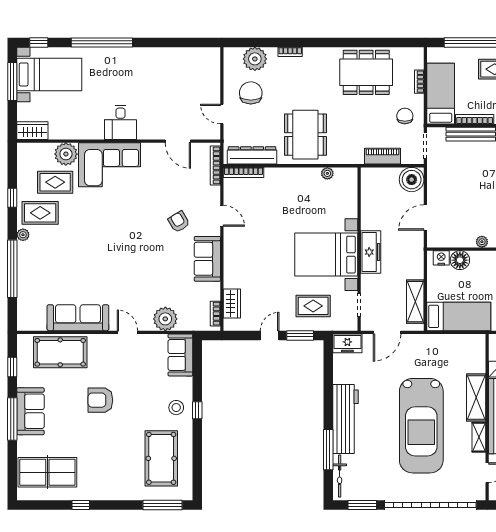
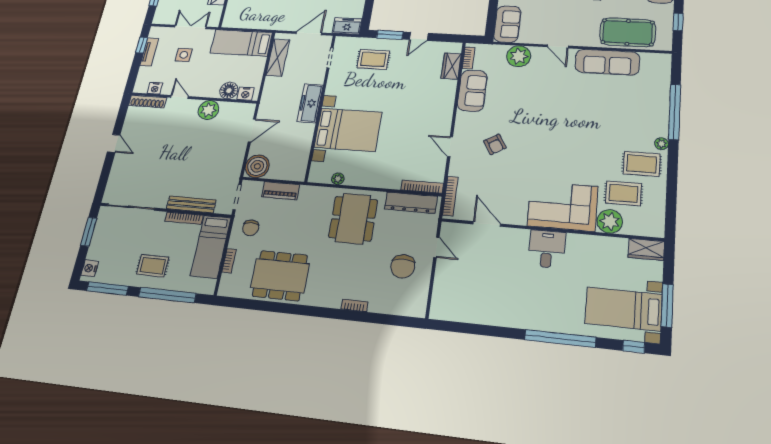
plant: (255, 59) -> (393, 302), removed
window: (12, 198) -> (672, 181), removed
plant: (482, 242) -> (208, 110), width x1.87, depth x1.87
bed with nightstands: (326, 255) -> (348, 130), moved
sofa: (207, 259) -> (472, 91), moved

